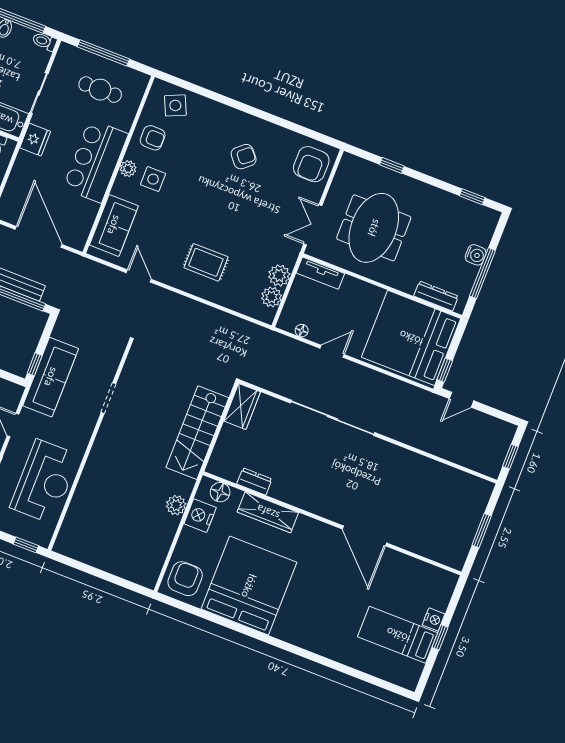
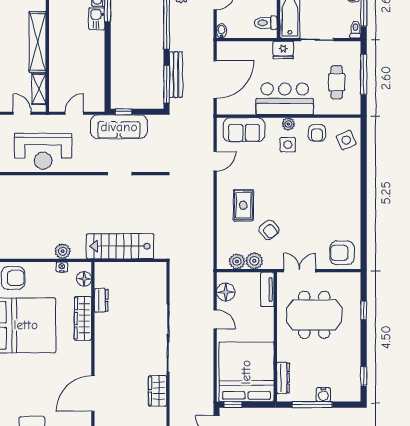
armchair: (244, 157) -> (269, 230), moved
floor lamp: (302, 331) -> (226, 292), width x1.89, depth x1.89
wardrobe: (242, 406) -> (158, 391), moved, turned 90
nightstand: (200, 516) -> (62, 267), width x0.53, depth x0.56

